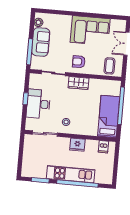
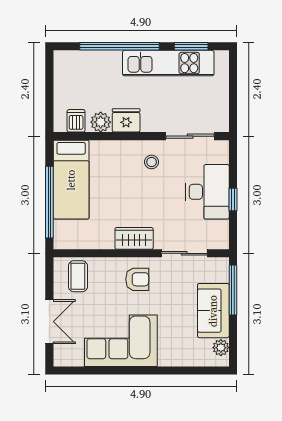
plant: (91, 145) -> (101, 122), added
kitchen unit: (71, 174) -> (168, 63), moved

